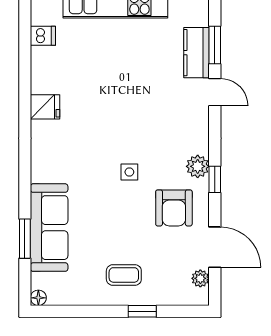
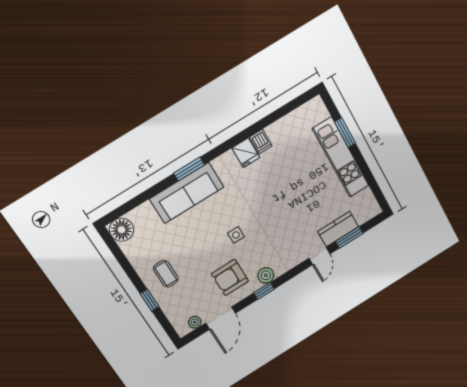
dishwasher: (43, 36) -> (261, 141), moved
sofa: (49, 228) -> (187, 193), moved
window: (25, 239) -> (189, 169), moved
floor lamp: (38, 298) -> (122, 230), width x1.89, depth x1.89

